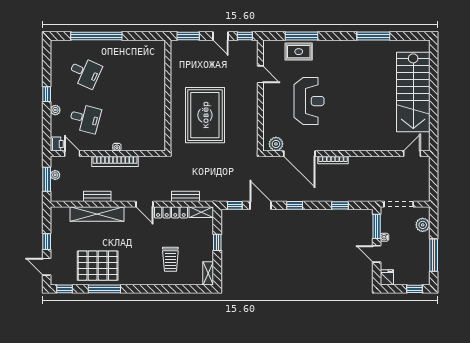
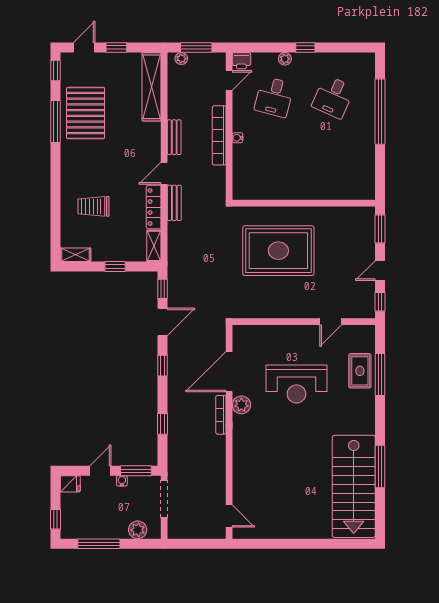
stairs: (413, 92) -> (354, 486), moved, turned -90
plant: (276, 144) -> (241, 405), moved
plant: (55, 175) -> (181, 59), moved
bench: (97, 196) -> (174, 137), moved
bench: (186, 196) -> (174, 203), moved
shelving: (97, 214) -> (152, 87), moved

